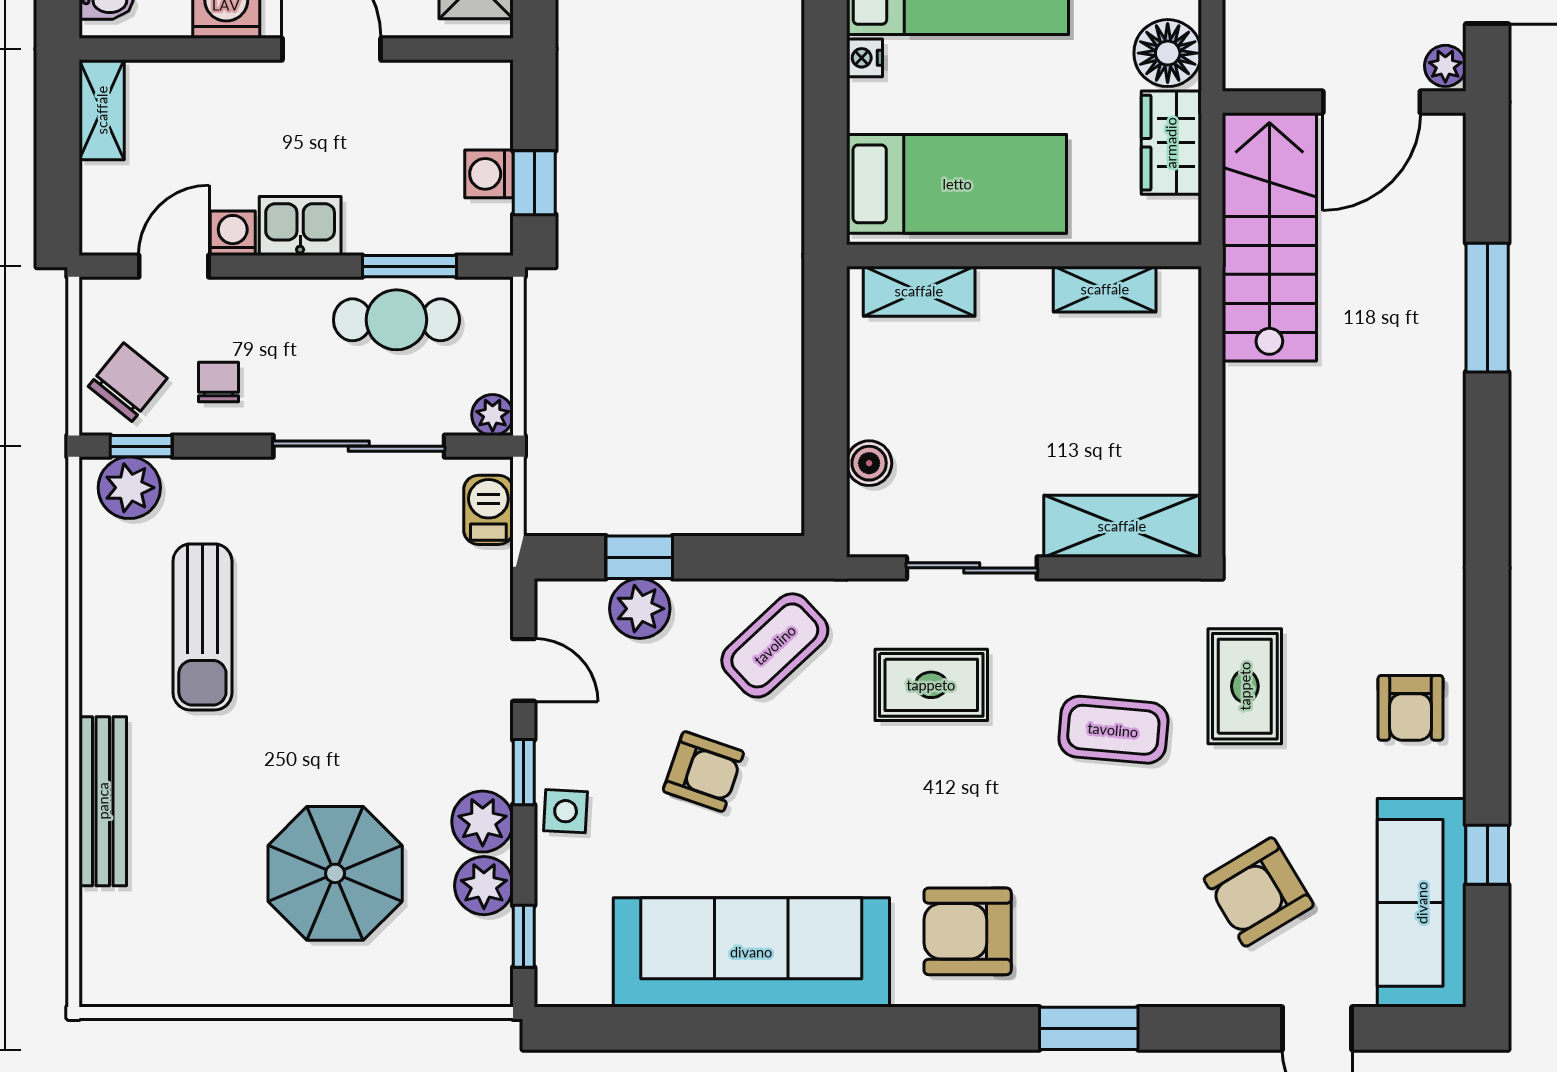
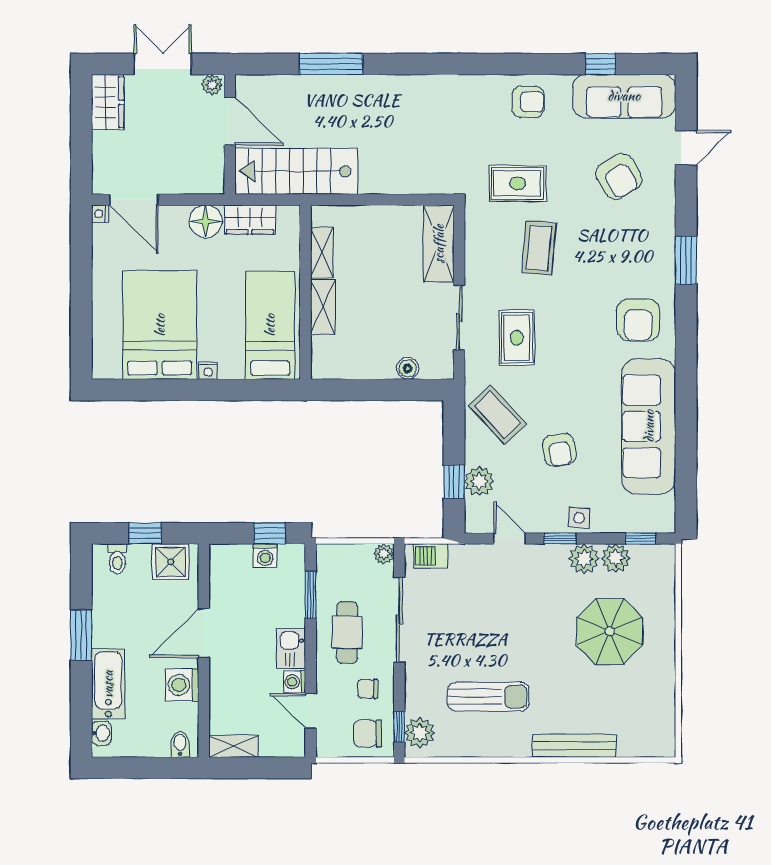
shelving: (919, 291) -> (323, 307), moved
cafe table: (396, 320) -> (347, 632), moved
chair: (128, 382) -> (368, 733), turned -39
door: (524, 670) -> (509, 538), hinge flipped
armchair: (703, 772) -> (560, 450), turned 153

